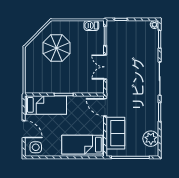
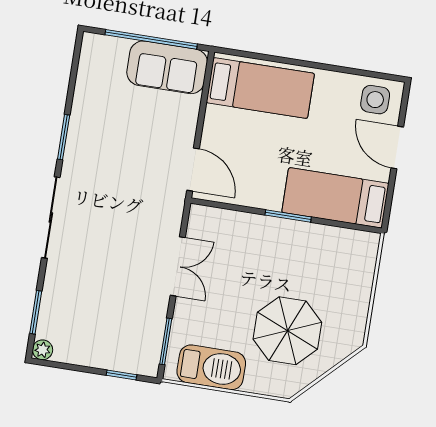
barbecue: (91, 26) -> (211, 367), width x1.88, depth x1.53
sofa: (115, 133) -> (167, 67), moved, turned -90
plant: (151, 139) -> (95, 77), removed

